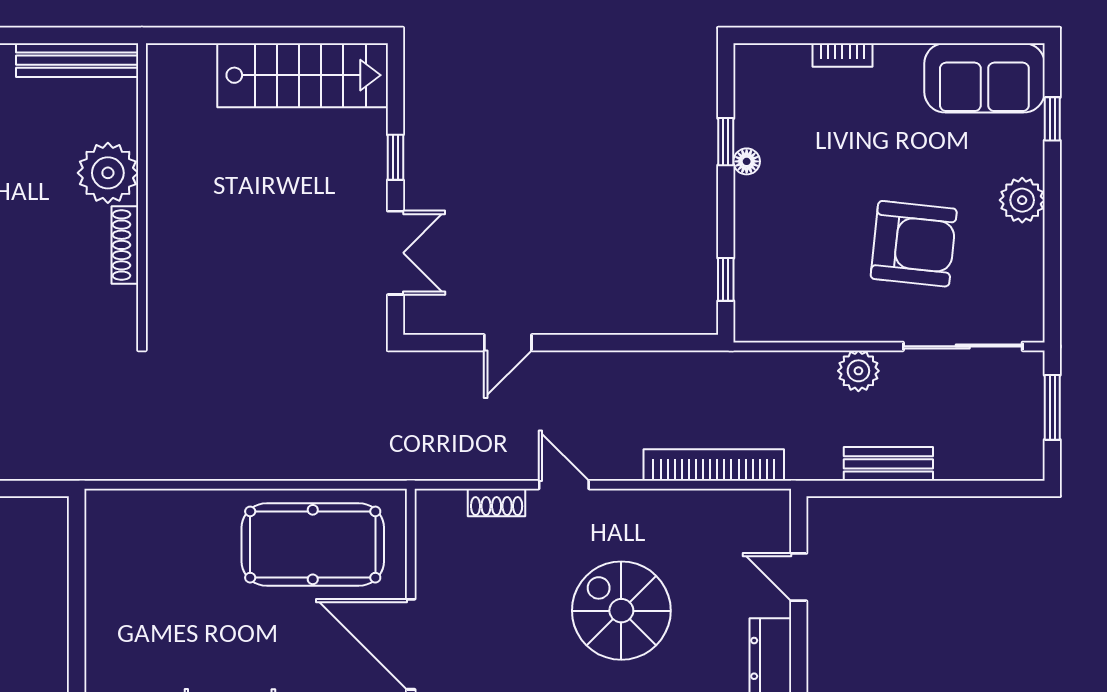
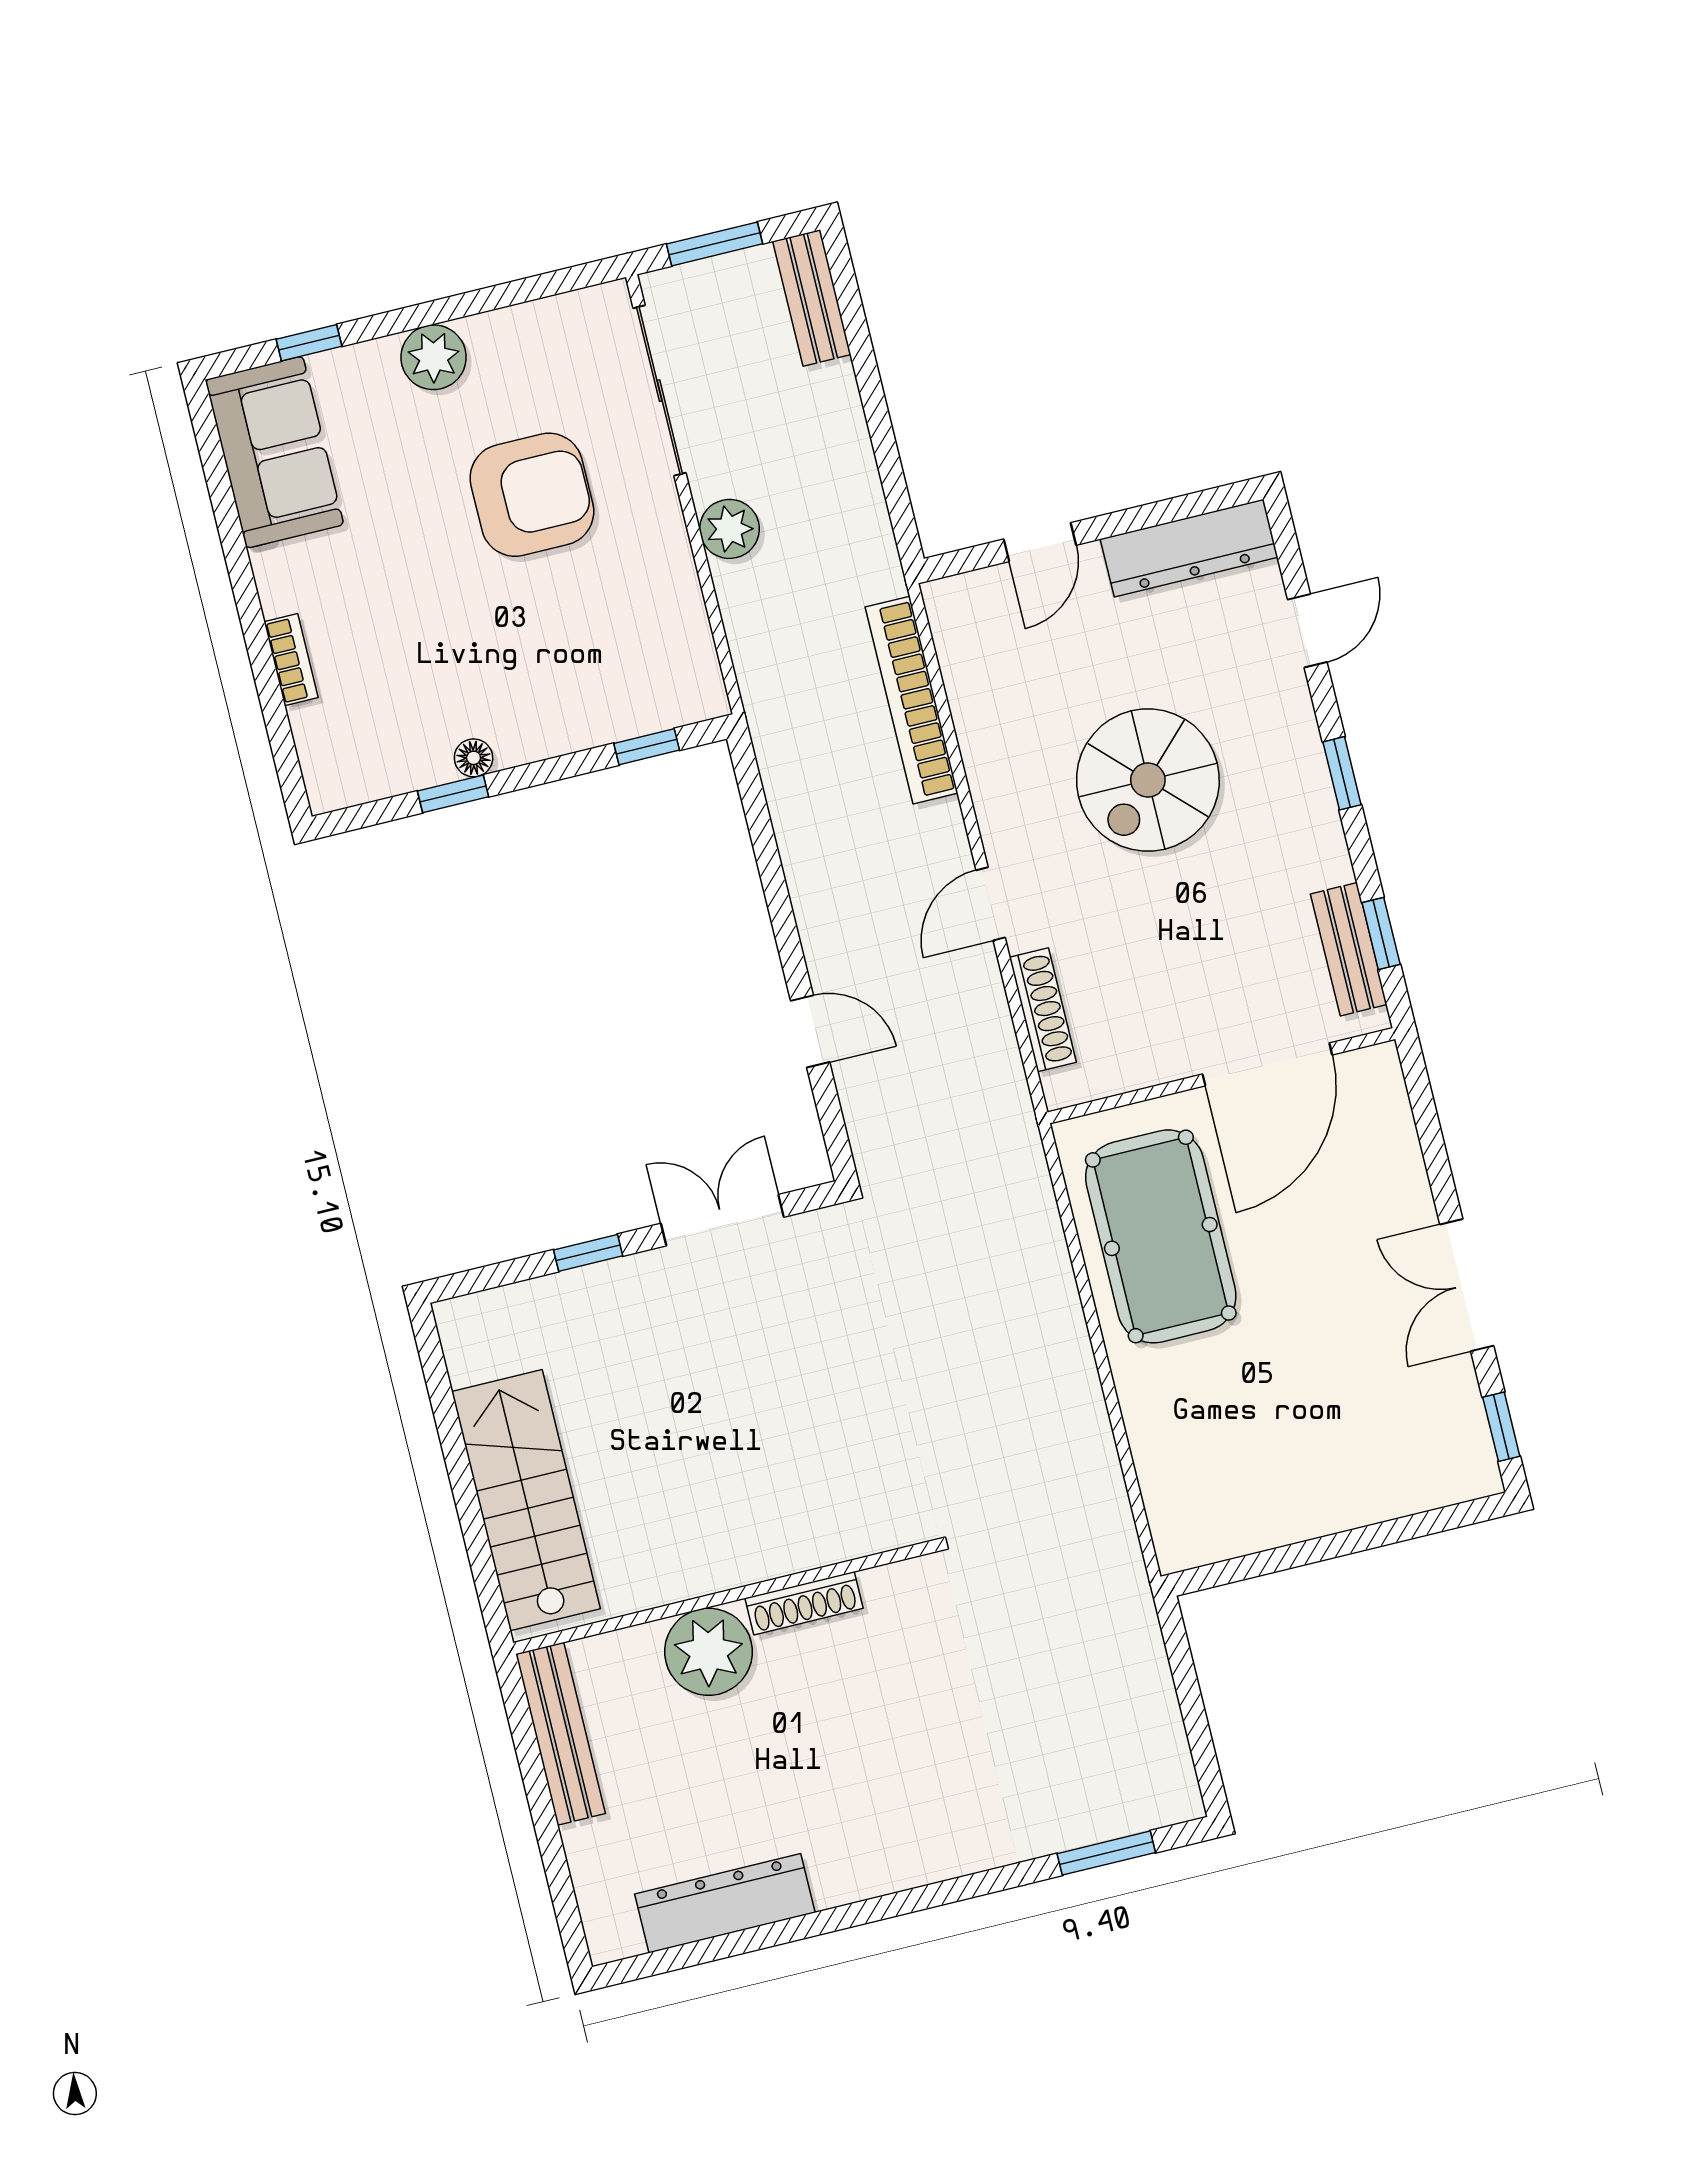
stairs: (303, 75) -> (526, 1500), moved
armchair: (914, 244) -> (532, 495), turned 84
bench: (888, 464) -> (812, 298), moved
shoe rack: (497, 502) -> (1043, 1010), width x1.43

